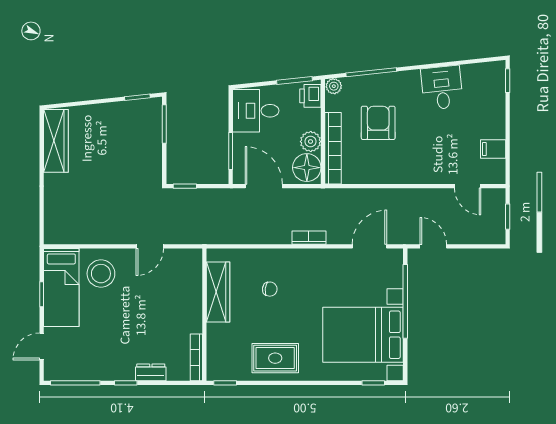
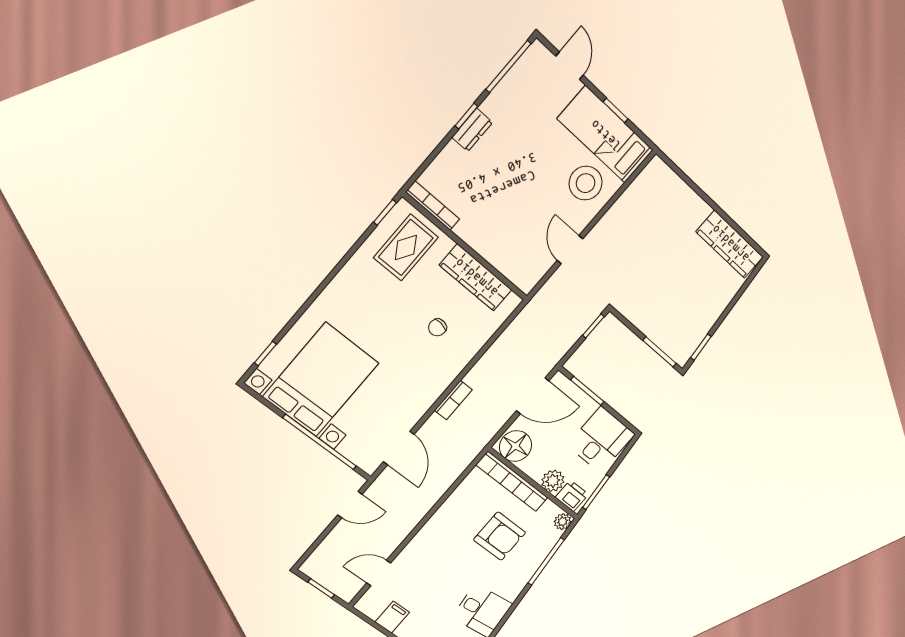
plant: (311, 142) -> (553, 481), moved
rug: (275, 358) -> (406, 247), moved
dresser: (151, 372) -> (472, 130), moved

